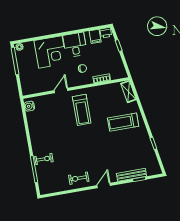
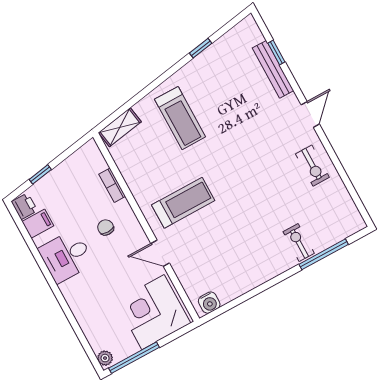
corner desk: (50, 52) -> (153, 312), moved, turned -90
door: (104, 185) -> (310, 114), swing flipped

